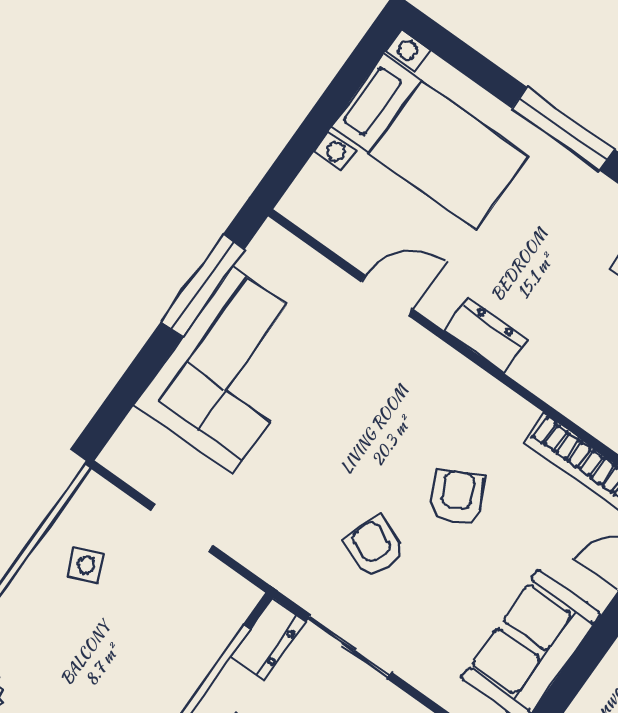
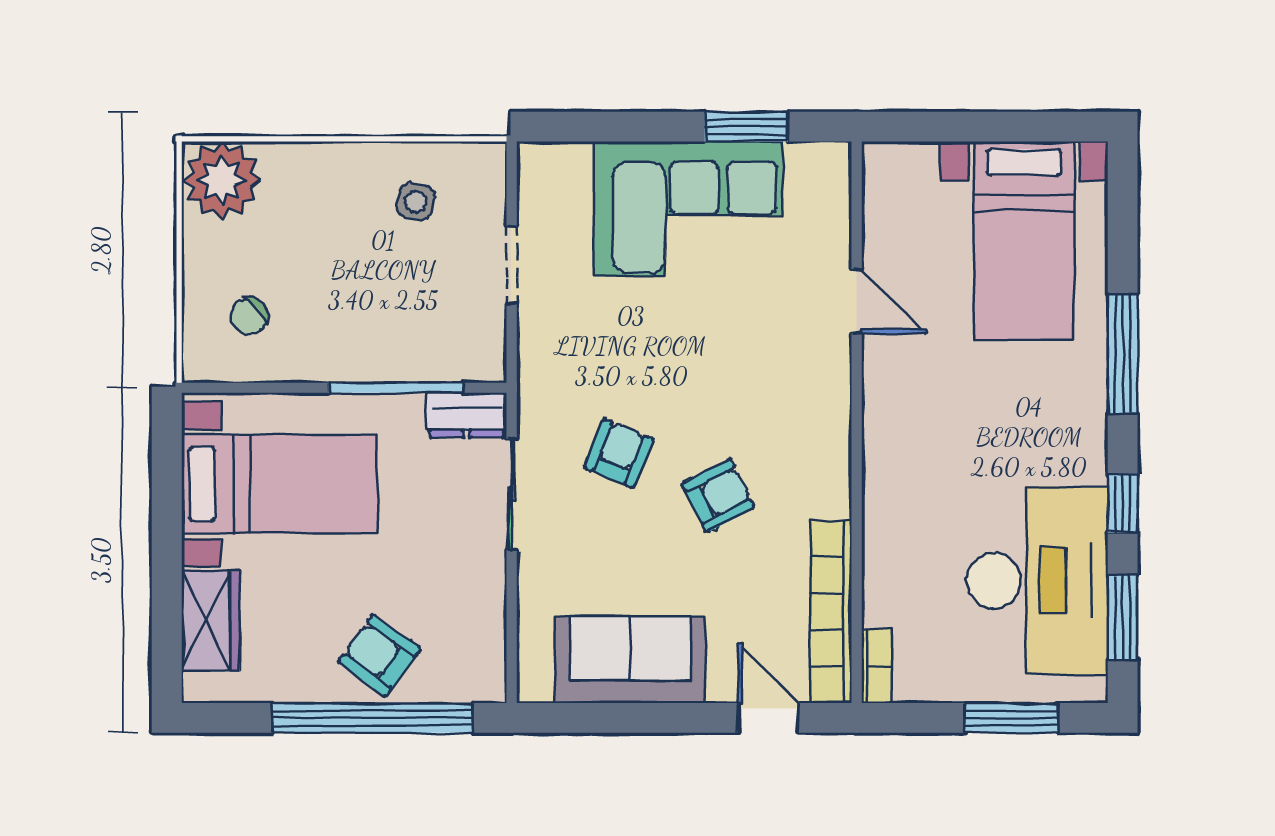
window: (203, 285) -> (746, 127), width x0.69
dresser: (486, 335) -> (884, 417), removed
side table: (86, 565) -> (416, 202), turned 33

